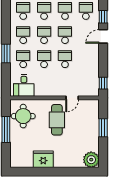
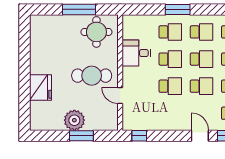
desk: (24, 85) -> (136, 53), moved
fridge: (43, 159) -> (41, 88), moved
plant: (91, 160) -> (74, 120), moved

